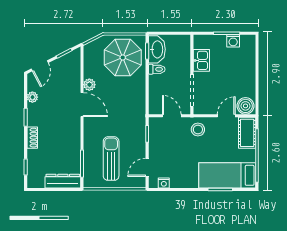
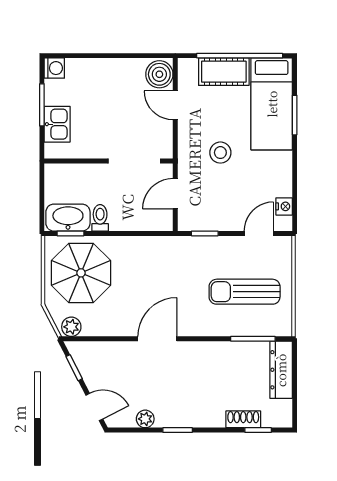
washing machine: (233, 41) -> (54, 68), moved
kitchen sink: (201, 60) -> (57, 124), moved, turned 90
plant: (89, 85) -> (71, 327), moved
stool: (198, 129) -> (220, 153), moved
cot: (247, 133) -> (224, 72), moved
shoe rack: (32, 138) -> (243, 419), moved
door: (147, 167) -> (259, 233), swing flipped

